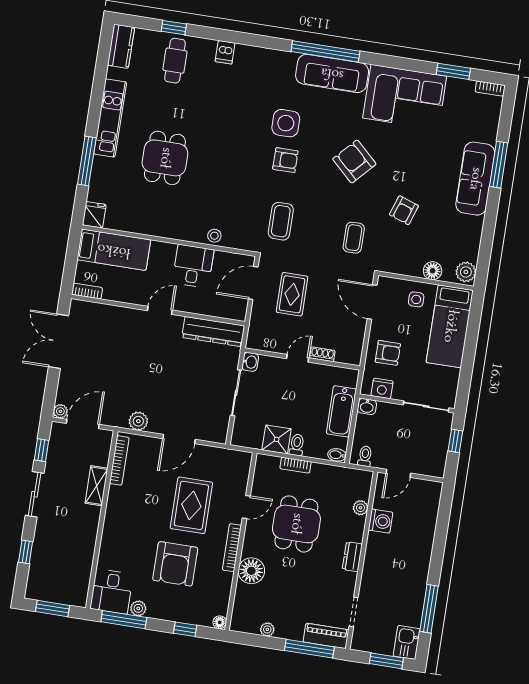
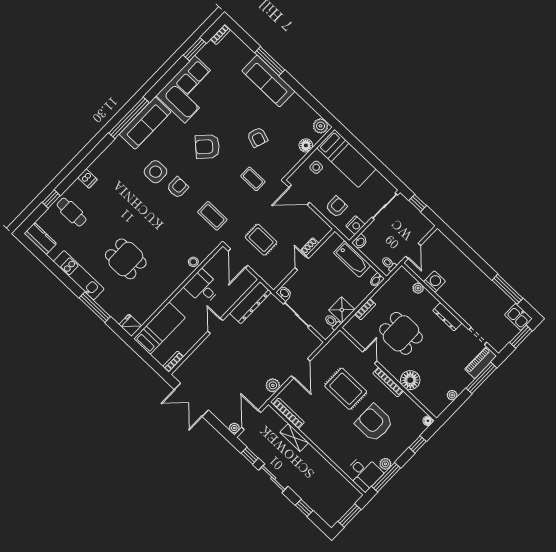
toilet: (297, 445) -> (332, 322), moved
dresser: (352, 557) -> (447, 317), width x1.44
armchair: (175, 564) -> (374, 423), turned 180

